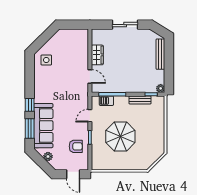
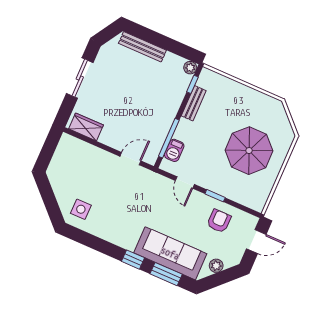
wardrobe: (97, 55) -> (86, 127), moved
parasol: (120, 136) -> (249, 151), moved

